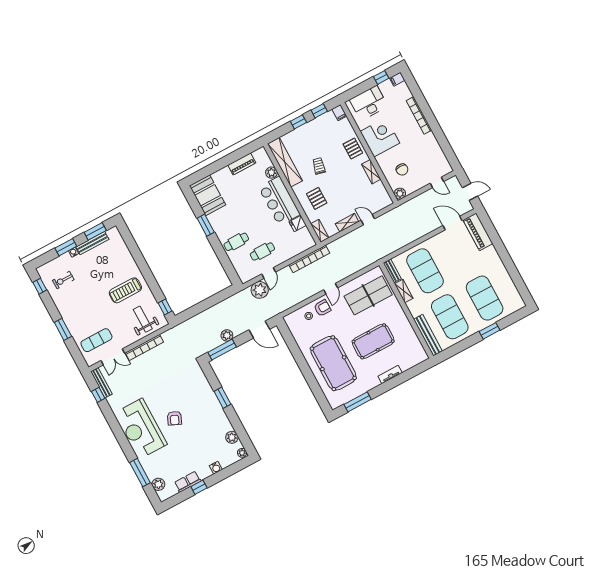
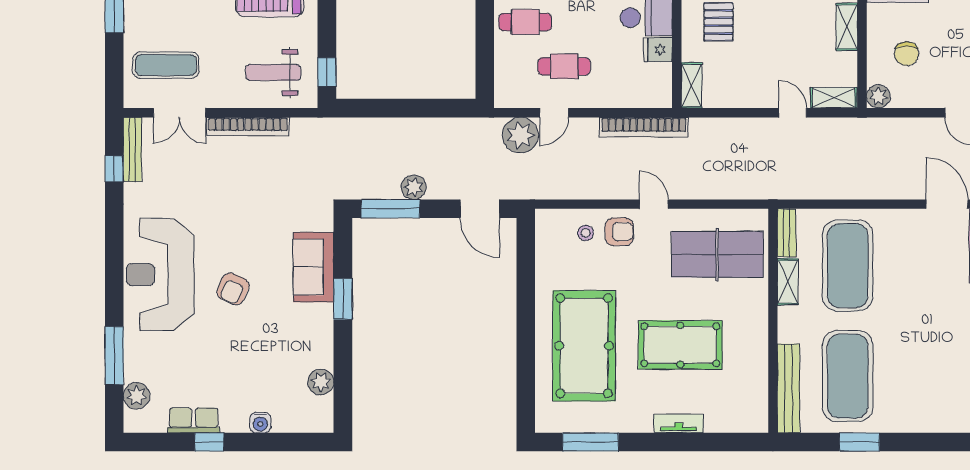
shelving: (347, 223) -> (834, 98), moved
door: (331, 289) -> (654, 204), swing flipped
exercise mat: (485, 298) -> (931, 376), removed
weight bench: (143, 319) -> (273, 72), turned -90
window: (490, 331) -> (860, 442), moved
sofa: (203, 391) -> (313, 267), added
plant: (242, 453) -> (324, 421), removed

